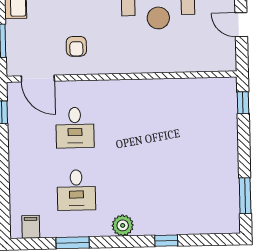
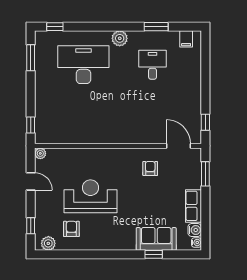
plant: (229, 64) -> (40, 153), added
desk: (75, 128) -> (83, 65), moved, width x1.87, depth x1.30
window: (166, 241) -> (55, 27), moved

